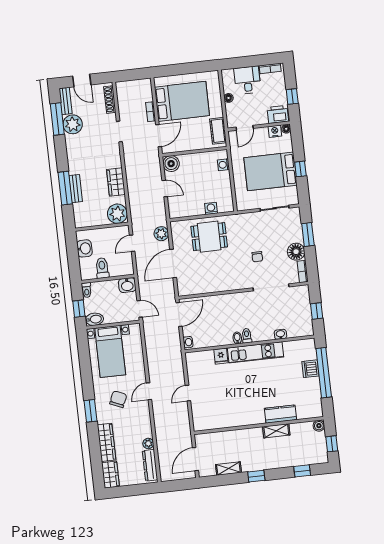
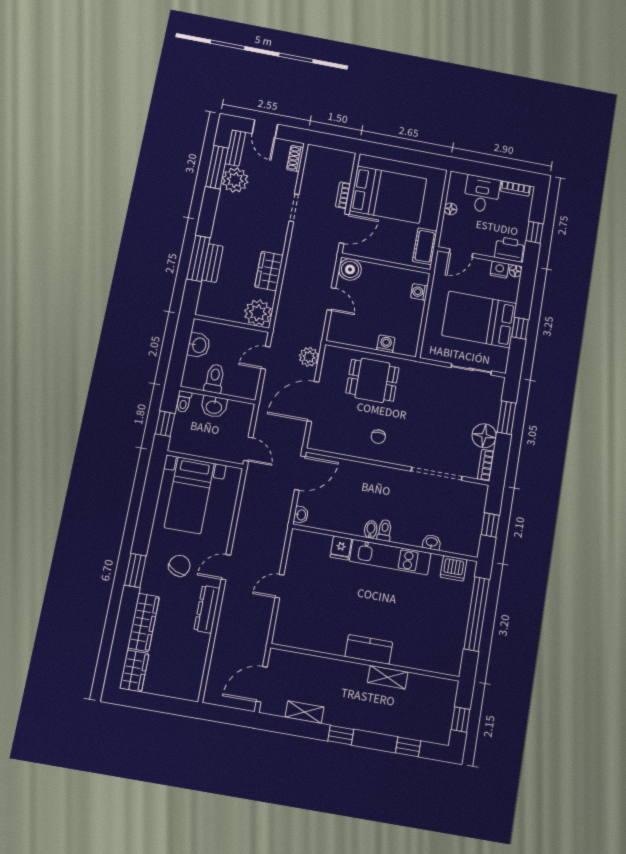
shoe rack: (110, 100) -> (295, 158), width x0.70
chair: (257, 257) -> (378, 437), moved
washbasin: (127, 285) -> (214, 407), moved
bidet: (94, 319) -> (182, 445), removed
dishwasher: (310, 369) -> (454, 568), moved, turned -90
kitchen counter: (280, 414) -> (369, 649), moved
boiler: (319, 426) -> (450, 688), removed
plant: (148, 443) -> (202, 642), removed
dresser: (150, 465) -> (207, 609), moved

